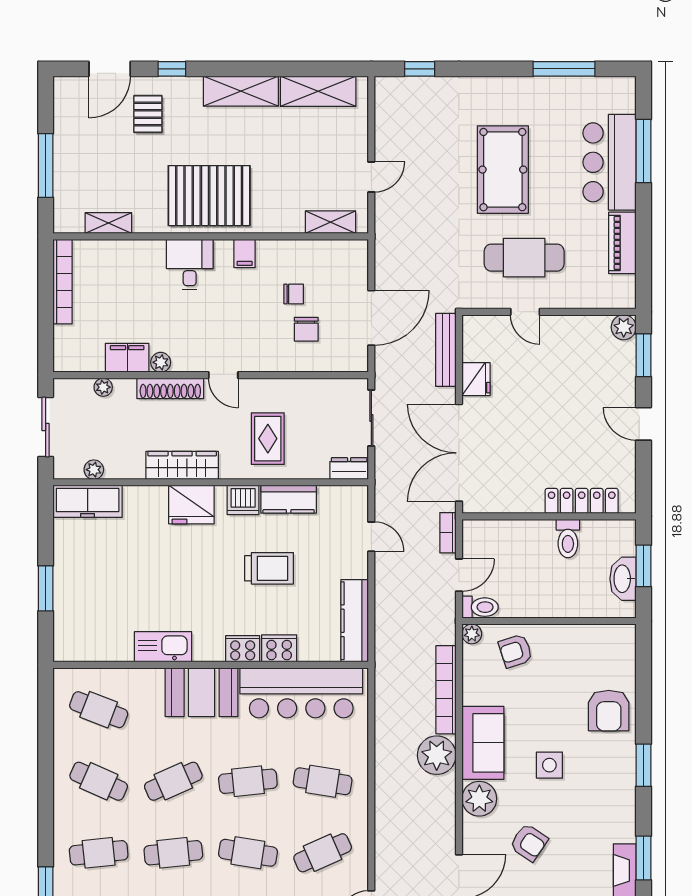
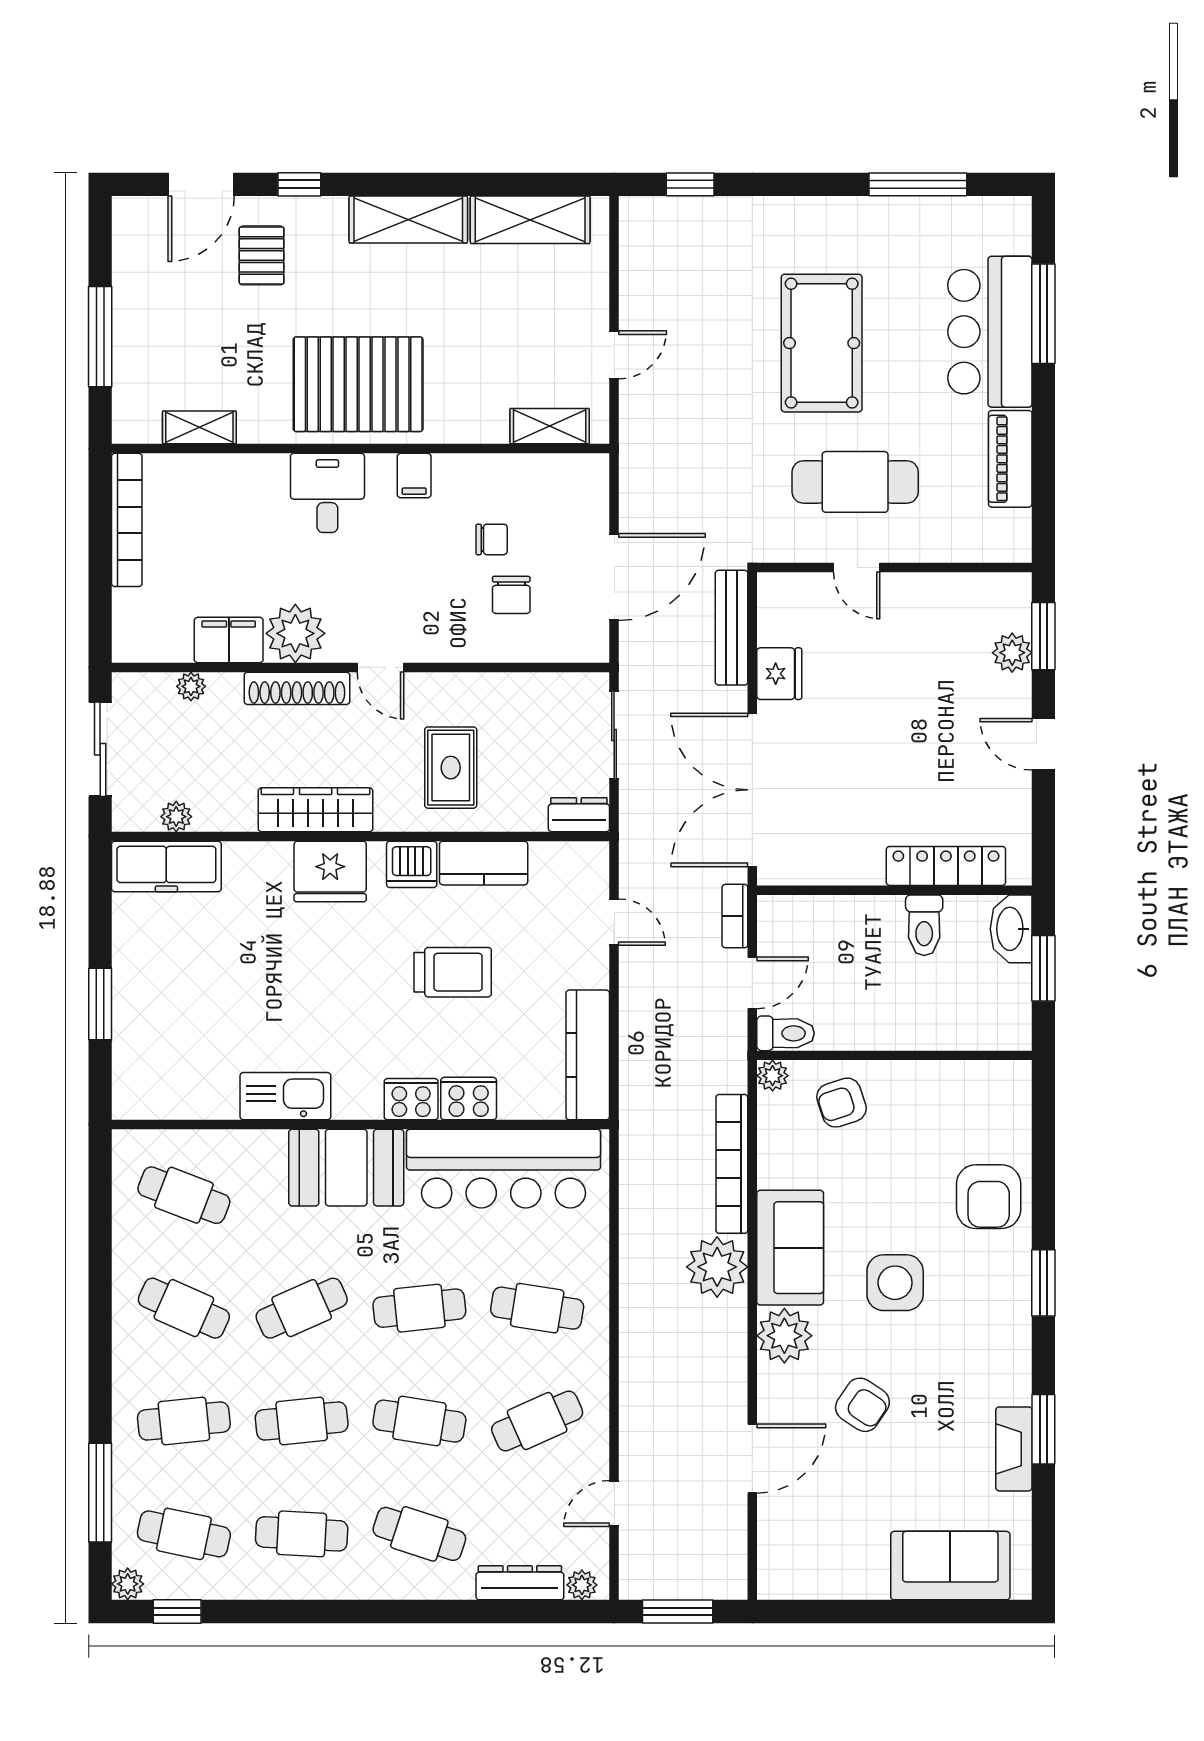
plant: (624, 327) -> (1012, 653), moved
plant: (161, 362) -> (295, 633), width x1.88, depth x1.88
washbasin: (623, 579) -> (1011, 929), moved
side table: (549, 765) -> (895, 1283), width x1.37, depth x1.37

